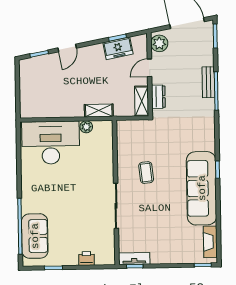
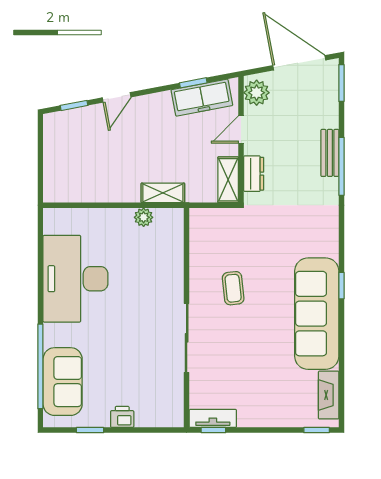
freezer: (118, 48) -> (202, 98), width x1.40
desk: (51, 143) -> (75, 279), moved, turned -90
printer: (86, 258) -> (122, 417), moved

